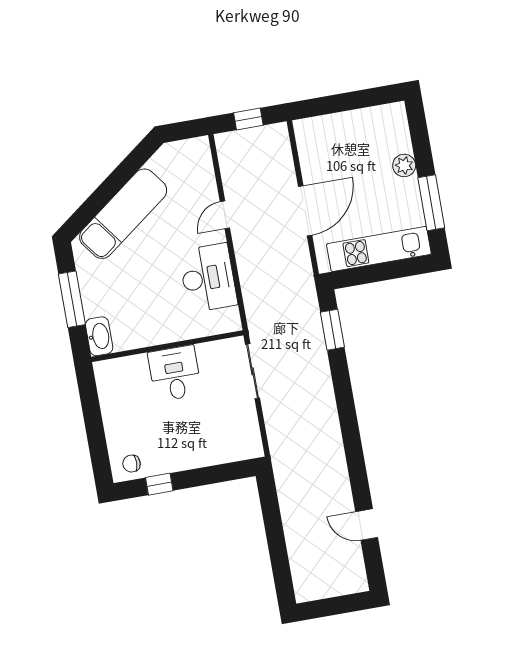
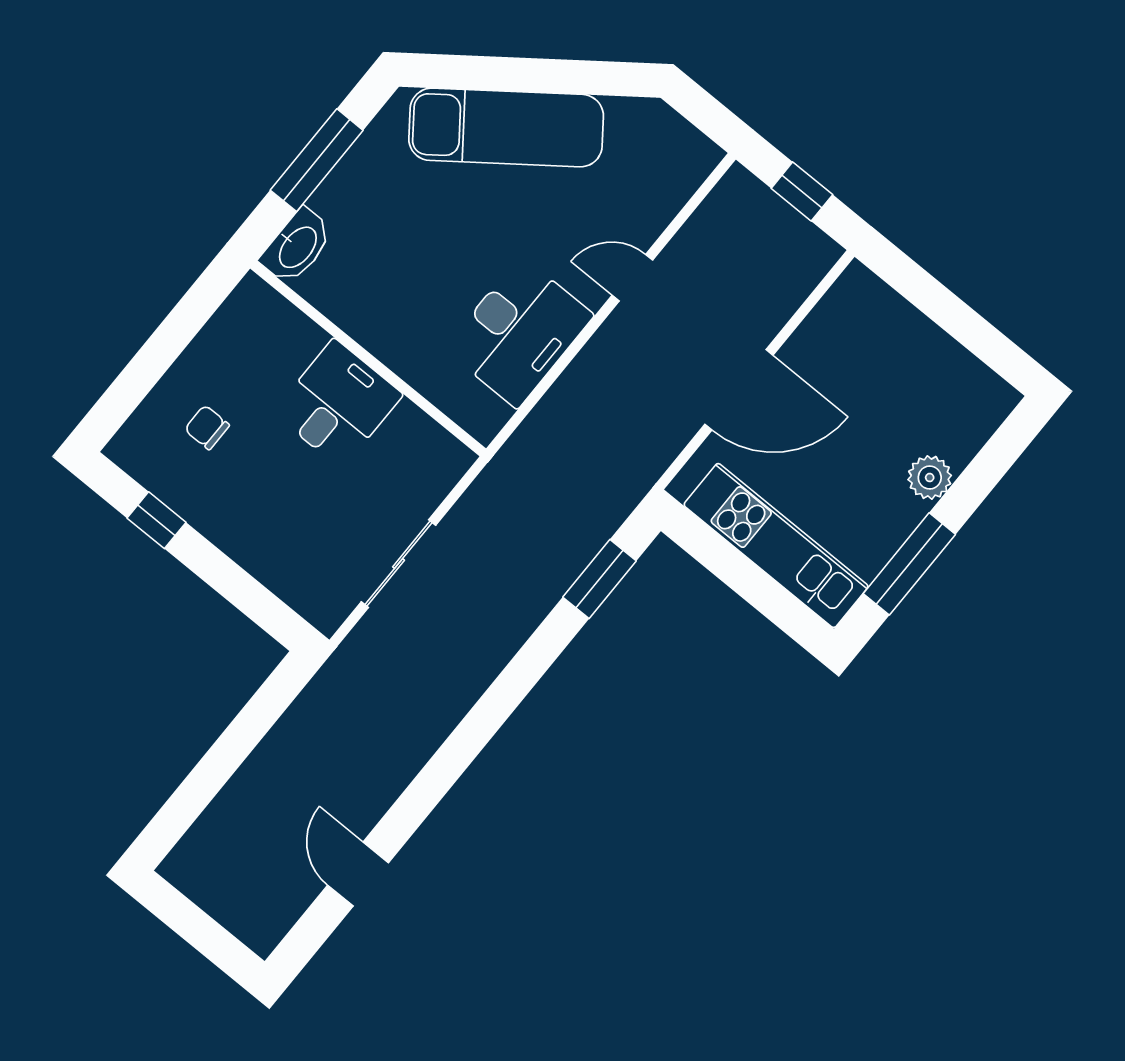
sliding door: (253, 371) -> (399, 564), moved
chair: (132, 464) -> (207, 427), moved

